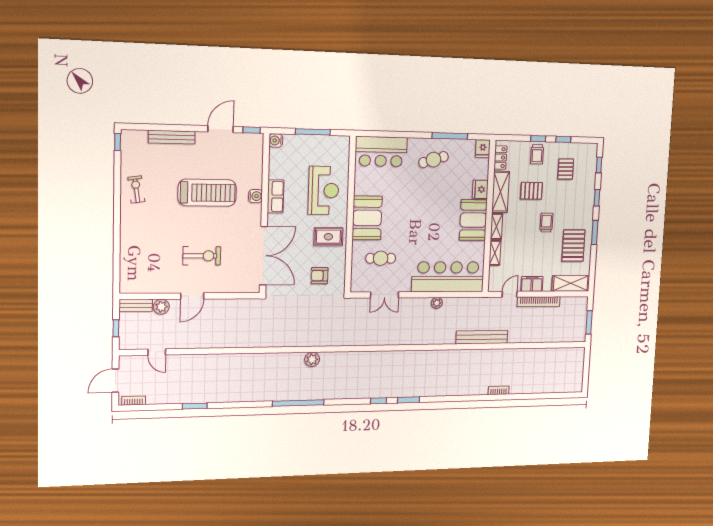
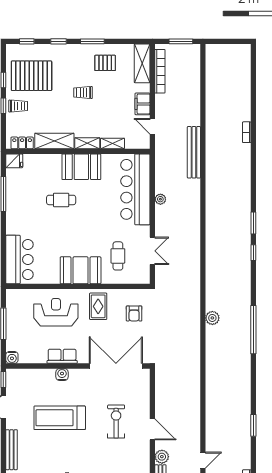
cafe table: (433, 160) -> (61, 200), moved, turned -73
pallet: (566, 169) -> (32, 76), width x2.05, depth x2.00
fridge: (480, 189) -> (52, 161), removed
pallet: (531, 191) -> (53, 110), removed
treadmill: (207, 193) -> (60, 418), turned -90
pallet: (573, 246) -> (105, 63), width x0.67, depth x0.71
bookcase: (539, 302) -> (160, 71), moved

